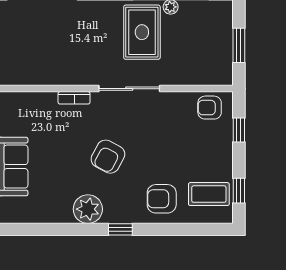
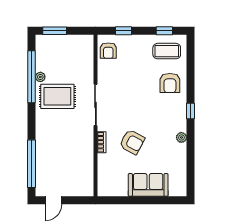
window: (239, 45) -> (55, 31), moved
armchair: (108, 157) -> (132, 142), moved
coffee table: (209, 194) -> (167, 51), turned 90
plant: (88, 209) -> (181, 137), width x0.53, depth x0.53

